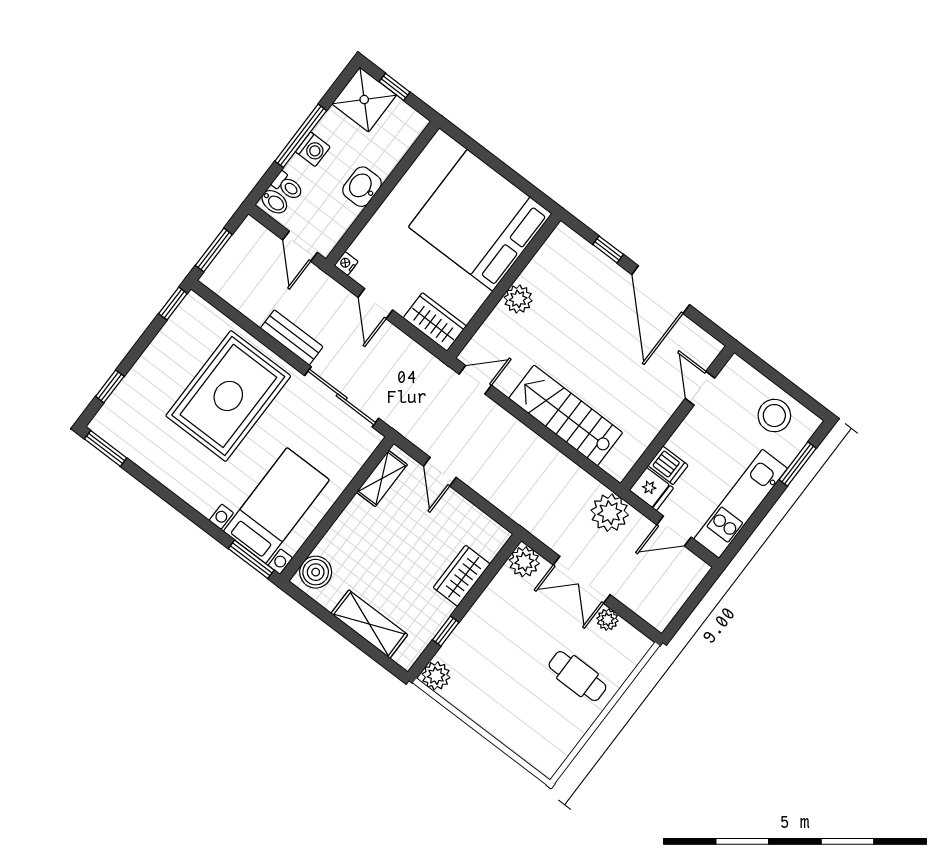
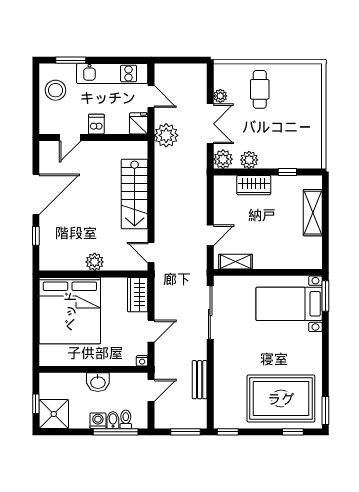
window: (301, 136) -> (116, 432), moved
bidet: (274, 202) -> (113, 420), moved
bench: (292, 337) -> (200, 380), moved
rug: (228, 396) -> (281, 399), moved
dishwasher: (668, 465) -> (96, 124), moved
boiler: (316, 572) -> (307, 259), removed
plant: (436, 676) -> (249, 160), moved

